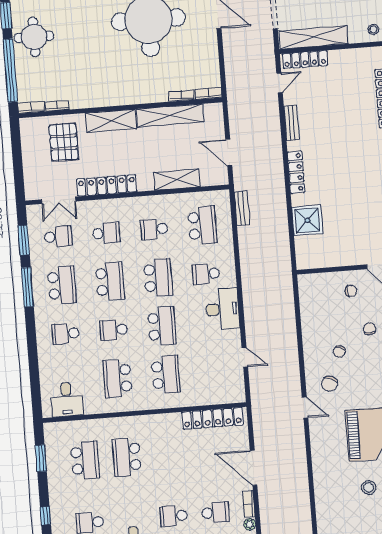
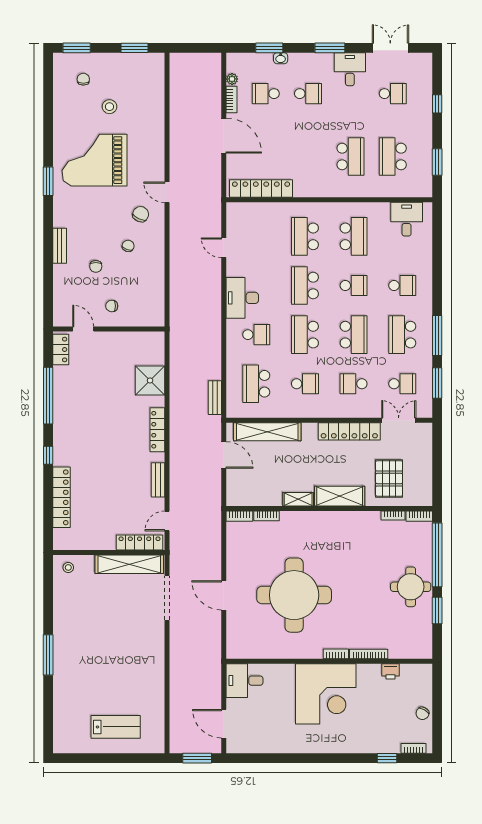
shelving: (170, 115) -> (298, 499), width x0.45, depth x0.75
shelving: (177, 180) -> (267, 432), width x1.47
school desk: (58, 237) -> (402, 384), turned 180
school desk: (110, 281) -> (354, 335), turned 180

